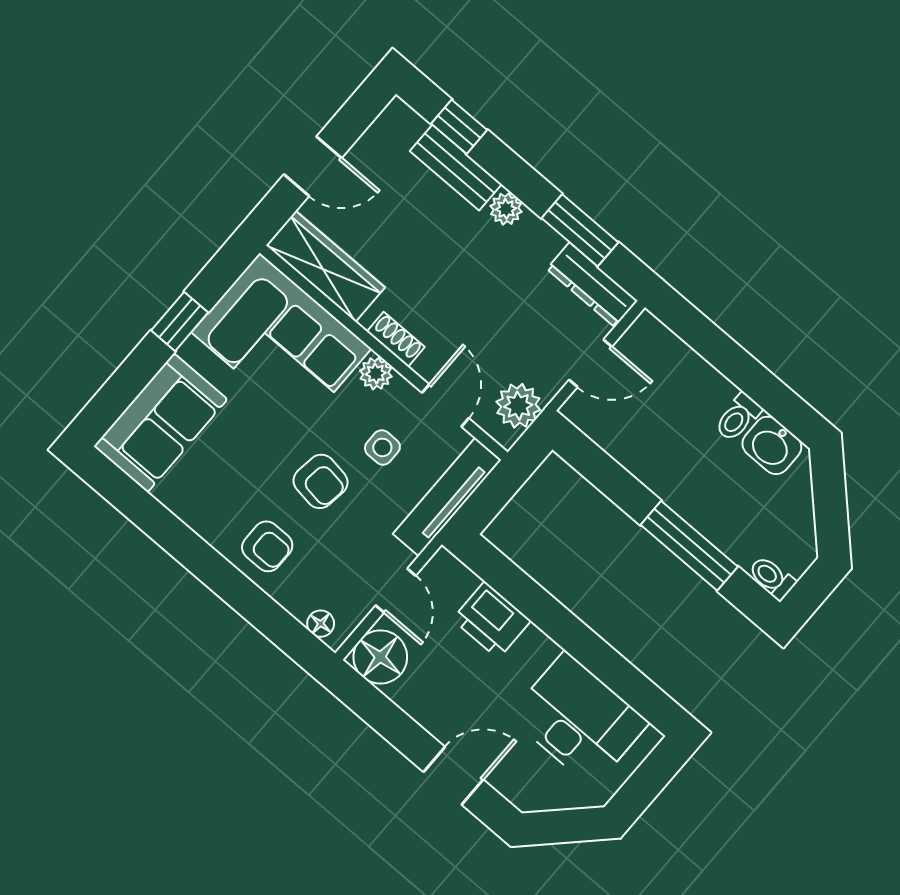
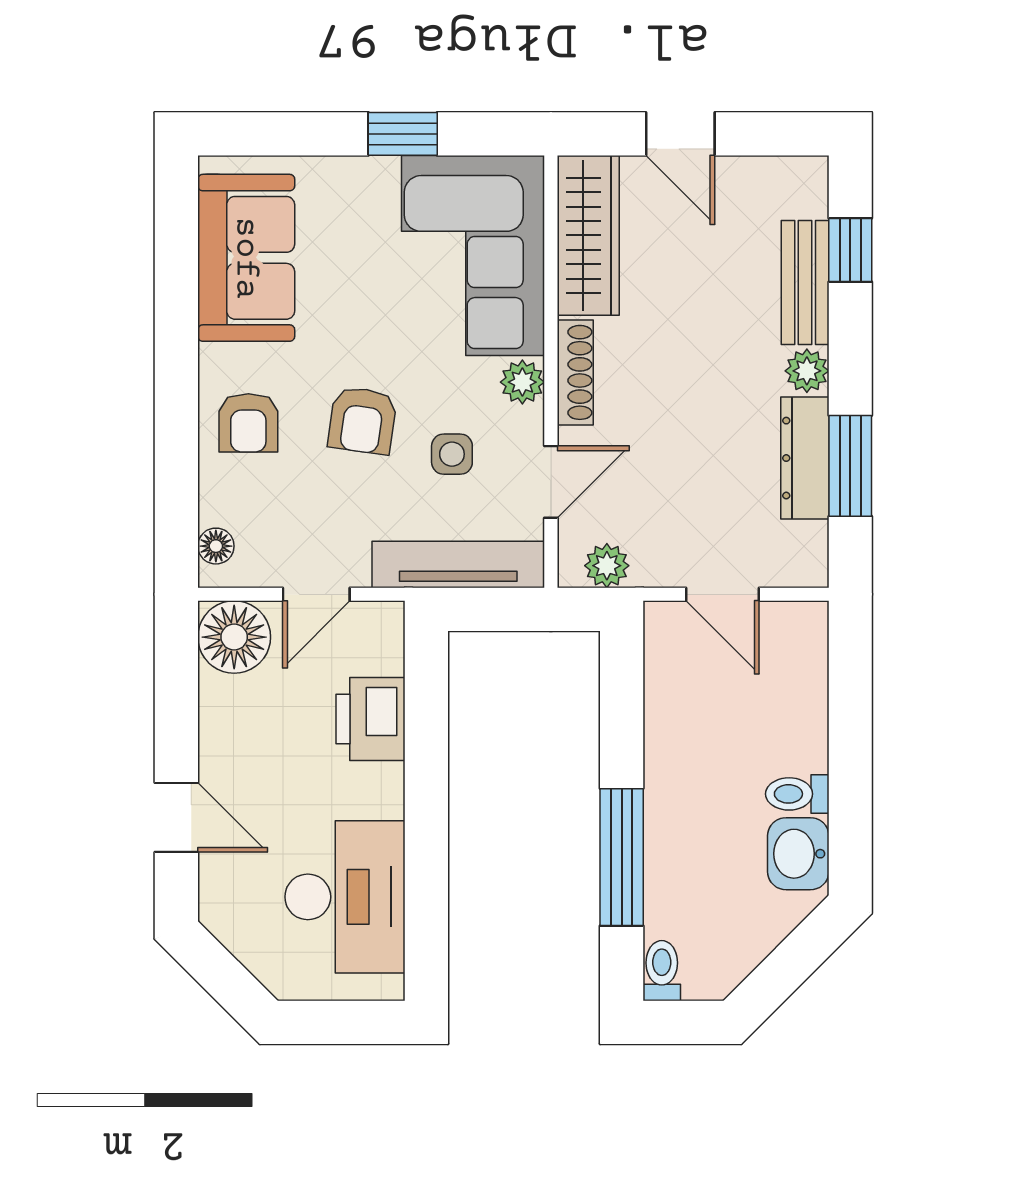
dresser: (592, 285) -> (805, 458), moved
shoe rack: (396, 339) -> (575, 372), width x1.43
plant: (518, 406) -> (607, 566), width x0.73, depth x0.73
sofa: (161, 423) -> (246, 258), moved, turned -90

